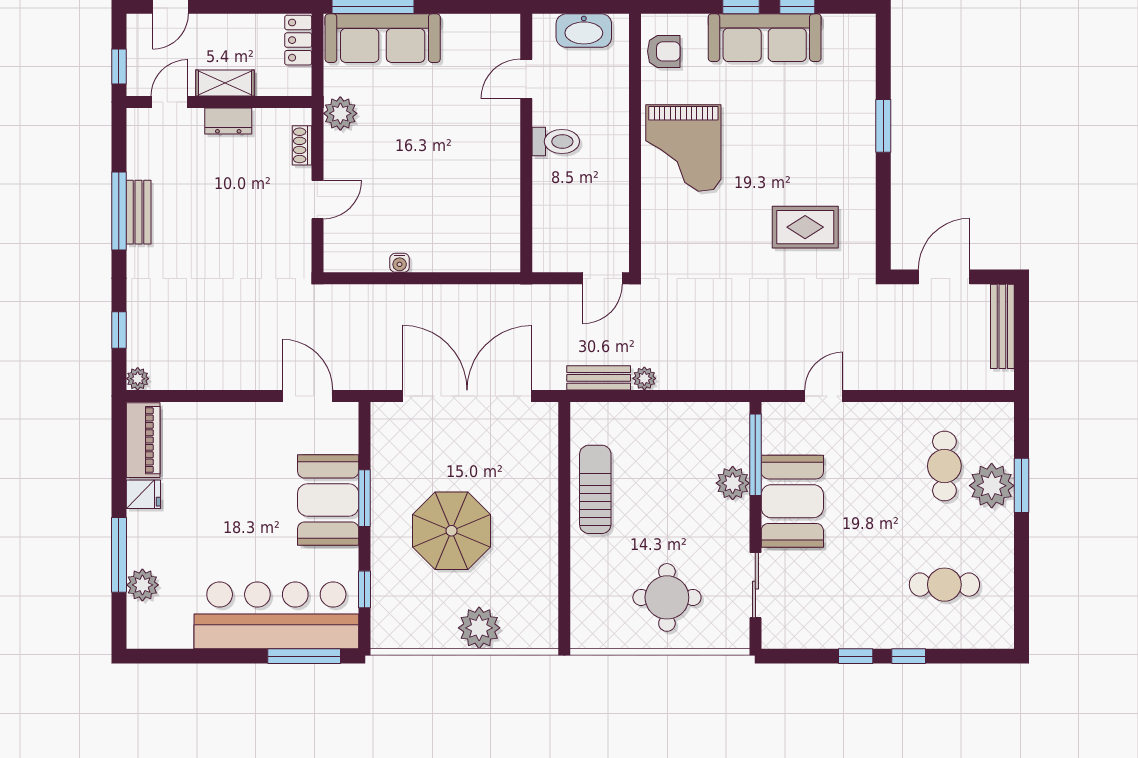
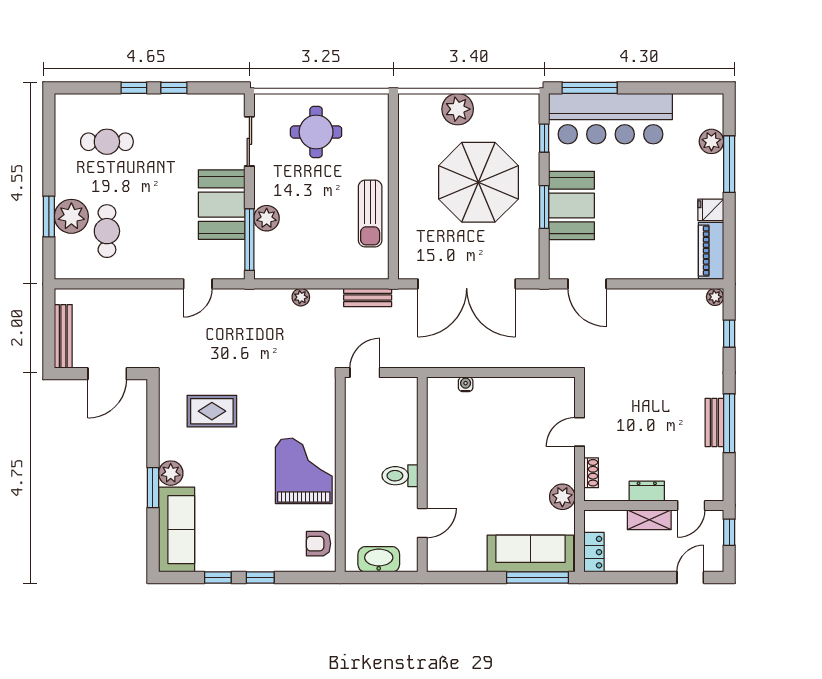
sofa: (765, 38) -> (177, 530), moved, turned 90
plant: (860, 145) -> (171, 473), added
water cooler: (400, 263) -> (466, 384), moved
plant: (644, 378) -> (301, 297), moved
parasol: (452, 531) -> (478, 182), width x1.36, depth x1.36

